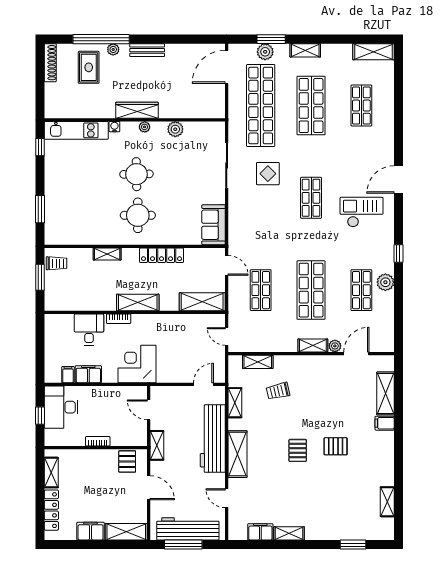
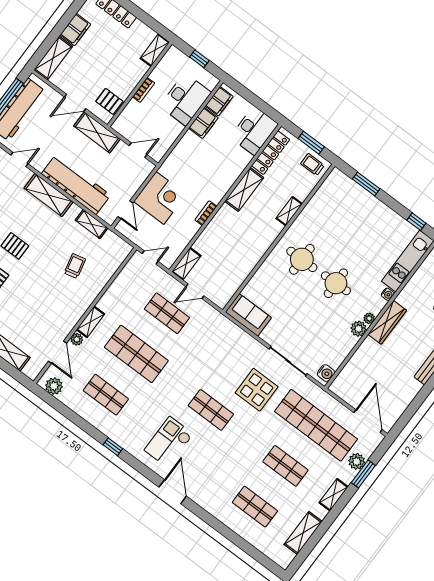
shelving: (373, 52) -> (303, 533), moved
shop shelf: (311, 106) -> (285, 466), width x0.70, depth x0.74
plant: (175, 129) -> (359, 329), moved
water cooler: (213, 129) -> (326, 373), added
display table: (268, 174) -> (257, 390), width x1.36, depth x1.36
checkout: (362, 212) -> (169, 442), turned 180
locker: (162, 255) -> (271, 153), moved, turned 180
trolley: (56, 263) -> (312, 165), turned 90
door: (227, 265) -> (195, 291), moved
plant: (385, 282) -> (54, 386), moved
shelving: (202, 302) -> (186, 264), width x0.67, depth x0.75
shelving: (138, 303) -> (244, 189), moved
bookcase: (119, 319) -> (206, 213), moved
desk: (89, 330) -> (254, 131), moved, width x1.37
shelving: (258, 362) -> (111, 267), removed
corner desk: (137, 364) -> (160, 198), moved
filing cabinet: (68, 375) -> (219, 101), width x2.00
desk: (61, 407) -> (185, 99), moved, turned 90
shelving: (157, 445) -> (97, 132), width x1.50, depth x1.33
shelving: (51, 473) -> (155, 50), moved, turned 90

